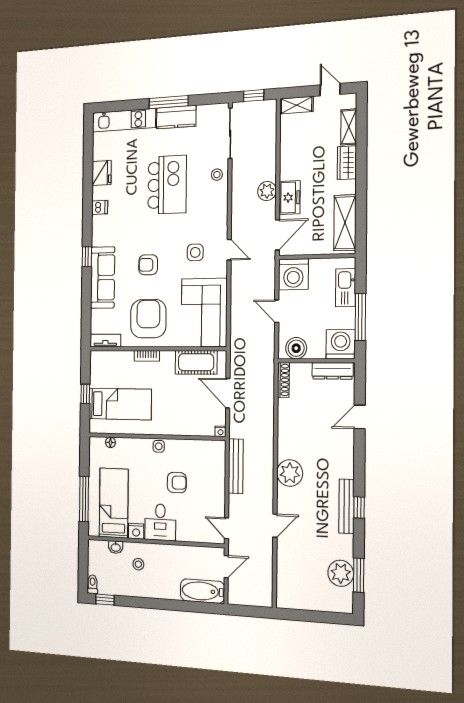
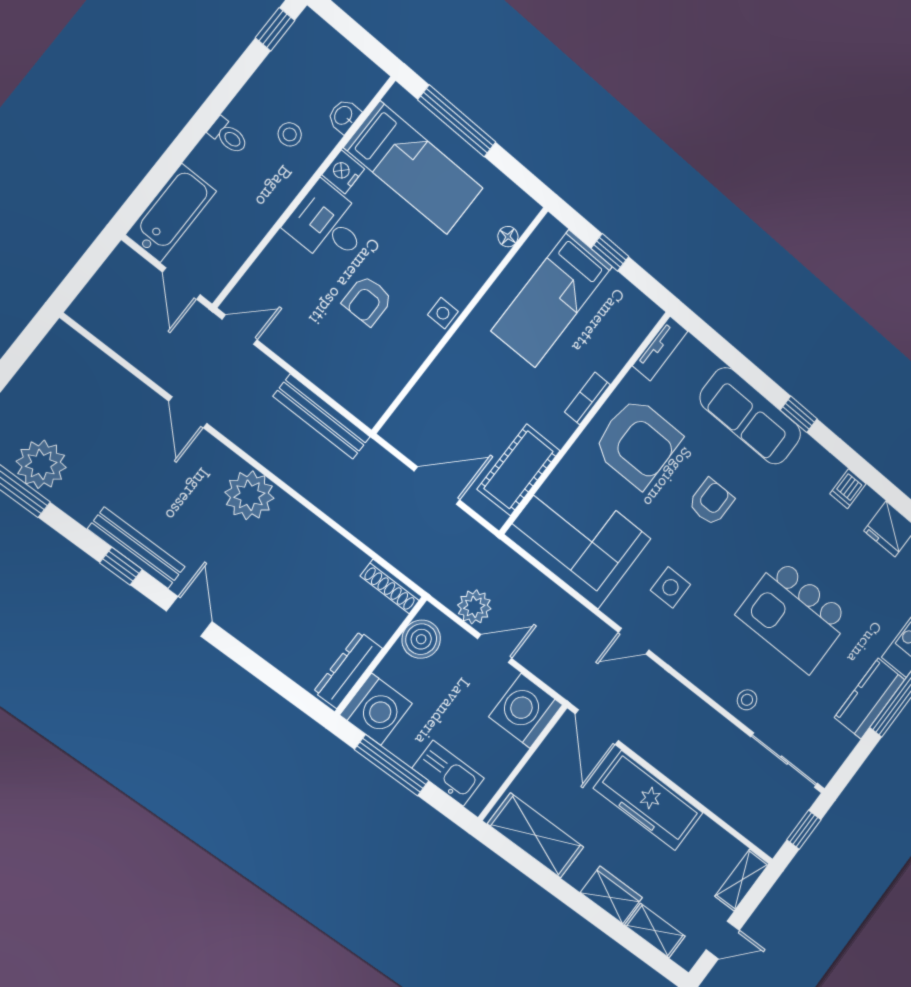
plant: (267, 191) -> (474, 607), moved
freezer: (290, 198) -> (648, 801), width x1.91, depth x1.26
door: (360, 417) -> (189, 616), moved
nightstand: (221, 431) -> (391, 432), removed
toilet: (93, 584) -> (228, 136), moved

